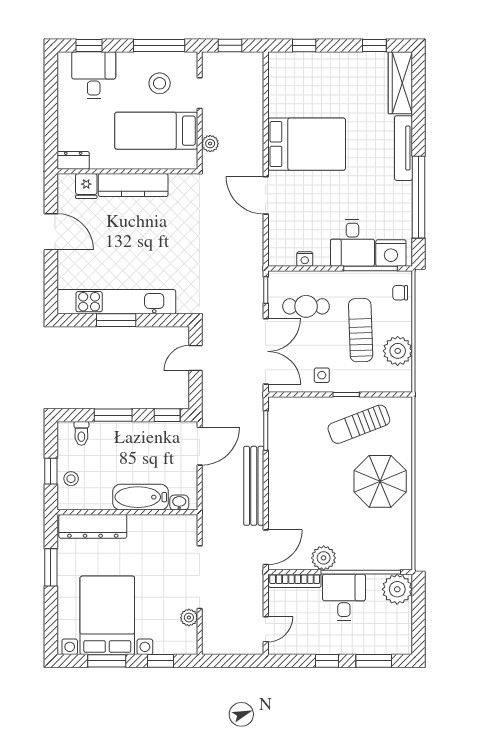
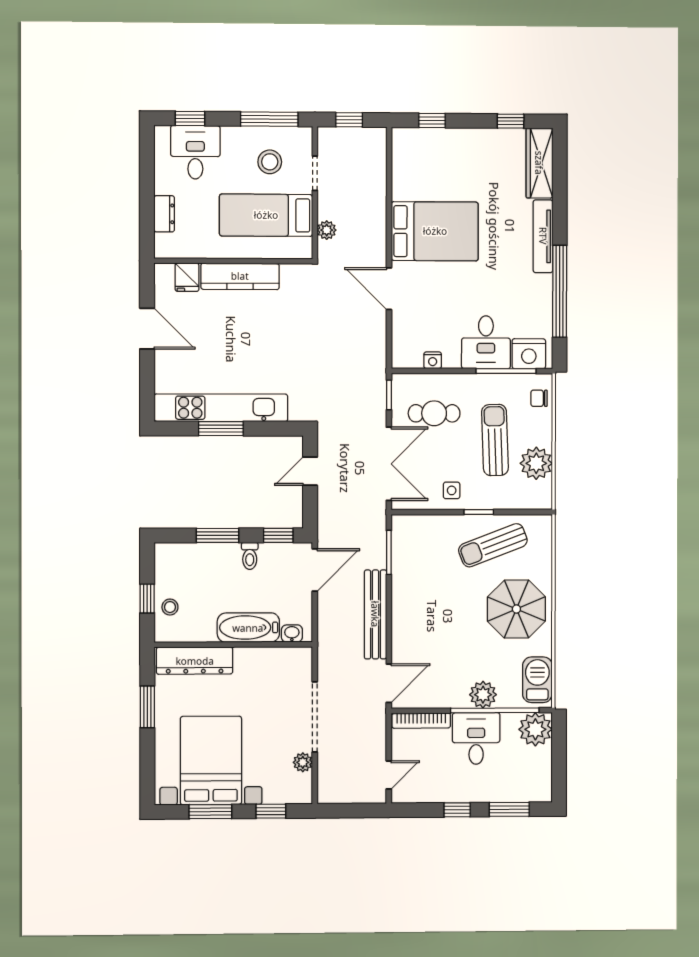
dresser: (73, 160) -> (164, 214), moved, turned 90
toilet: (81, 433) -> (250, 556), moved
barbecue: (399, 545) -> (537, 680), added
plant: (324, 558) -> (483, 695), moved

